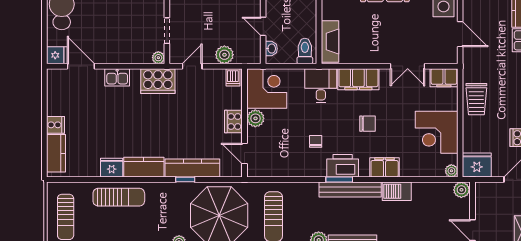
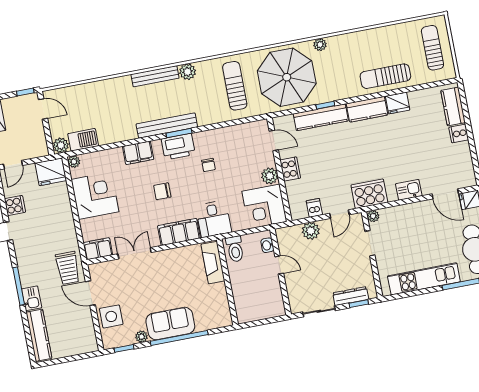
dishwasher: (233, 77) -> (314, 208), moved
trolley: (476, 99) -> (68, 268), moved, turned 180
barbecue: (397, 191) -> (83, 140), moved

